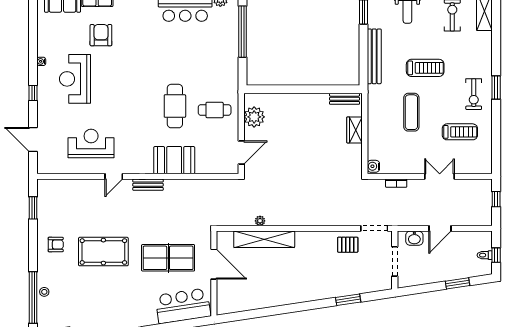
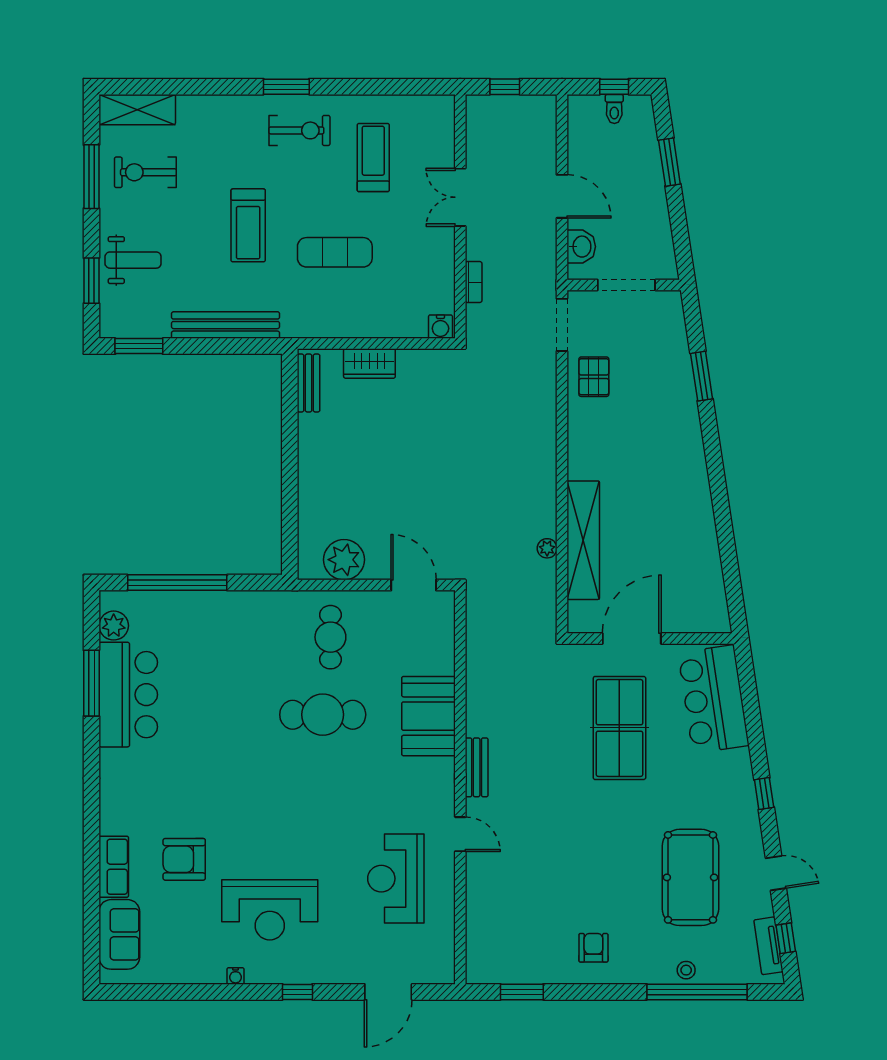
treadmill: (425, 68) -> (248, 225), turned 180
pool table: (103, 252) -> (690, 877), moved

